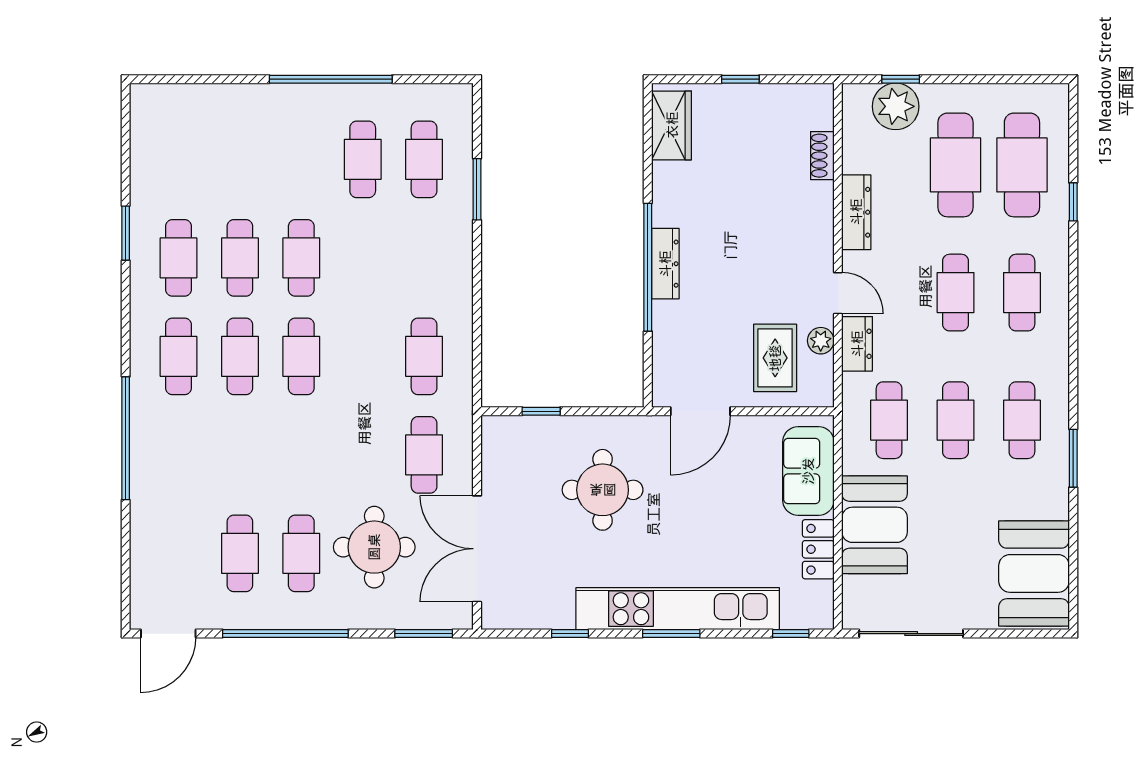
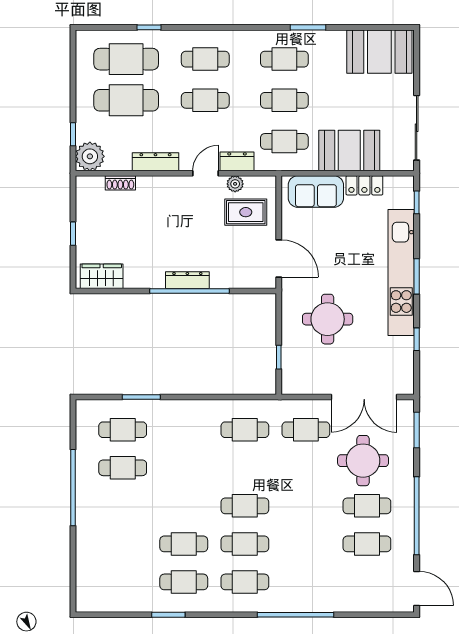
plant: (896, 106) -> (90, 156), moved
cafe table: (301, 258) -> (184, 506), removed

